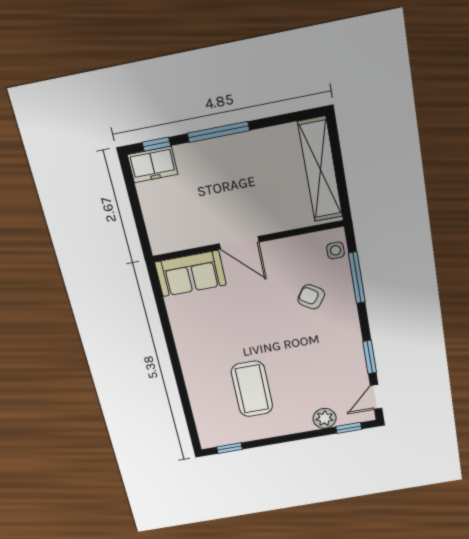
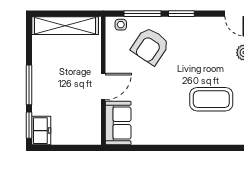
window: (156, 144) -> (29, 125), width x1.50
armchair: (311, 297) -> (150, 46), width x1.88, depth x1.88
window: (370, 357) -> (181, 14), moved

